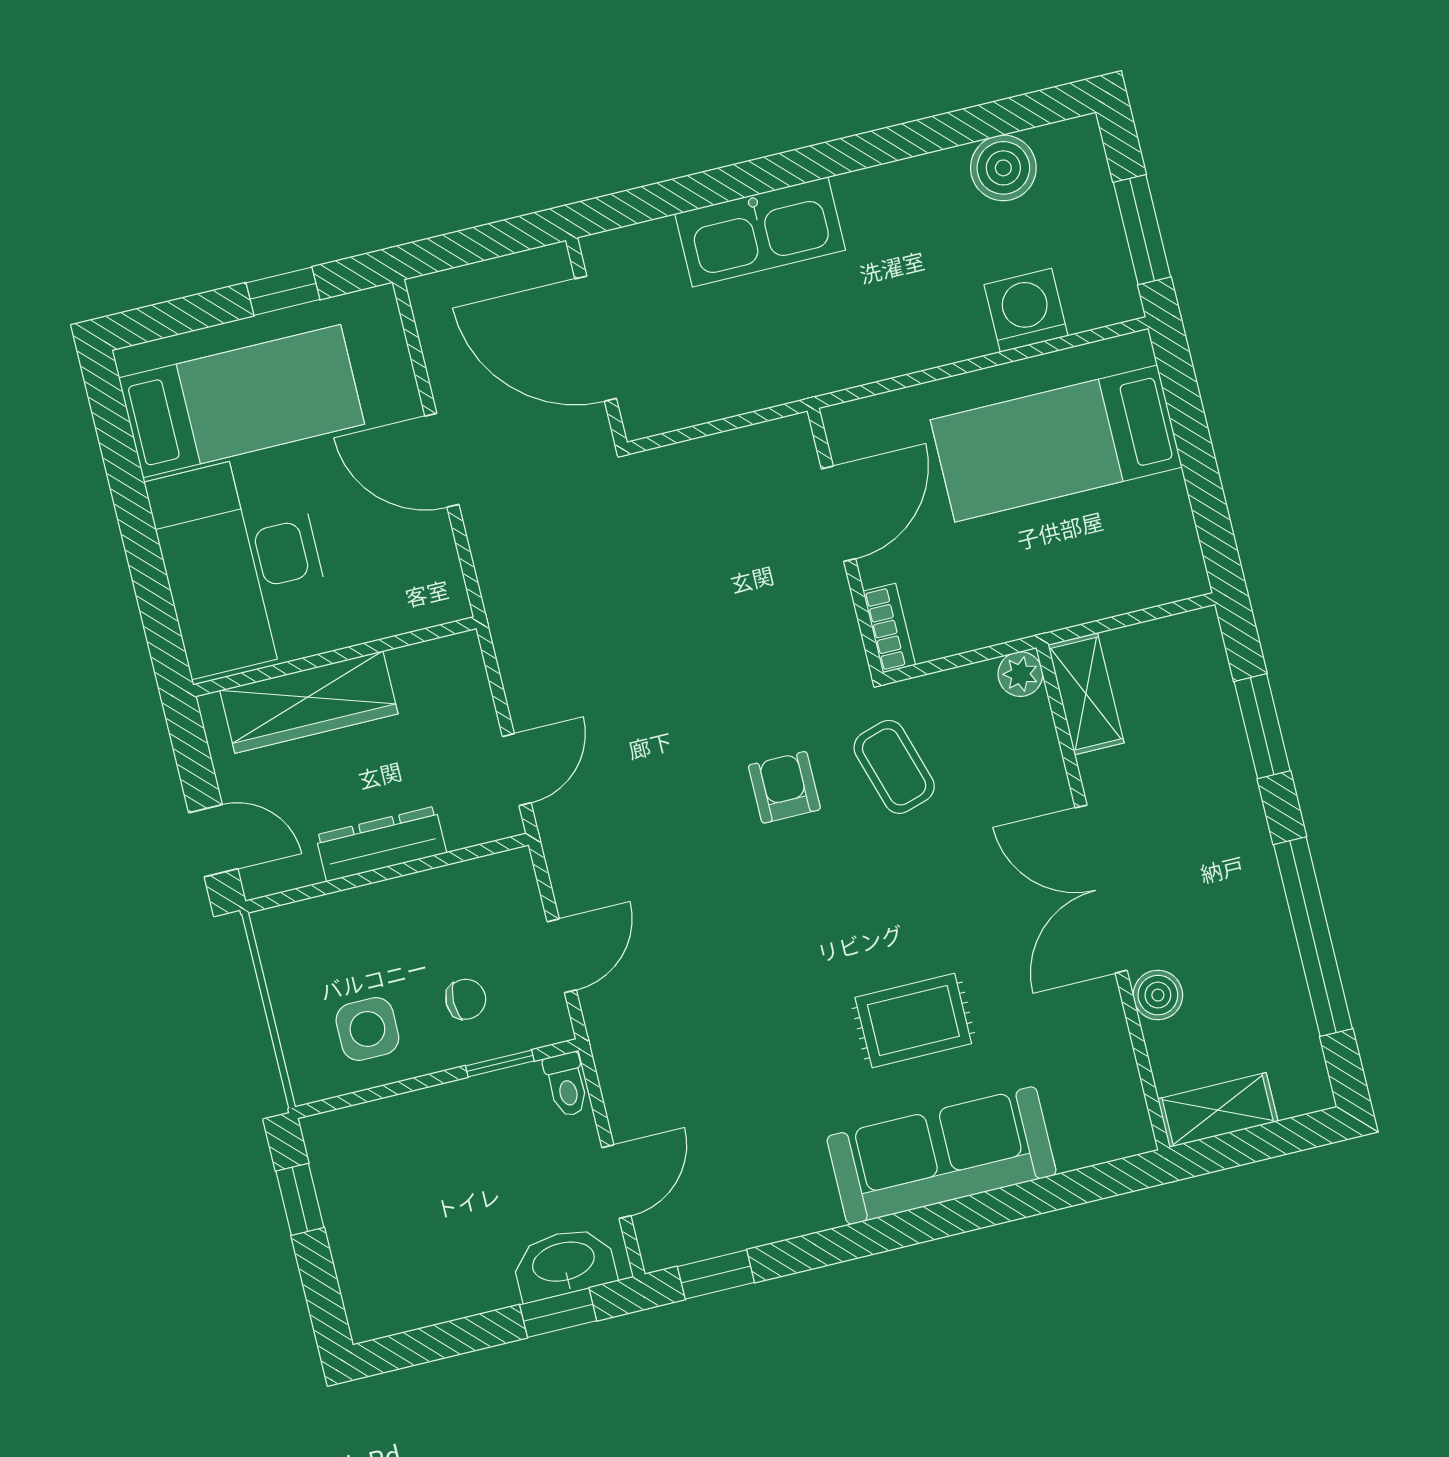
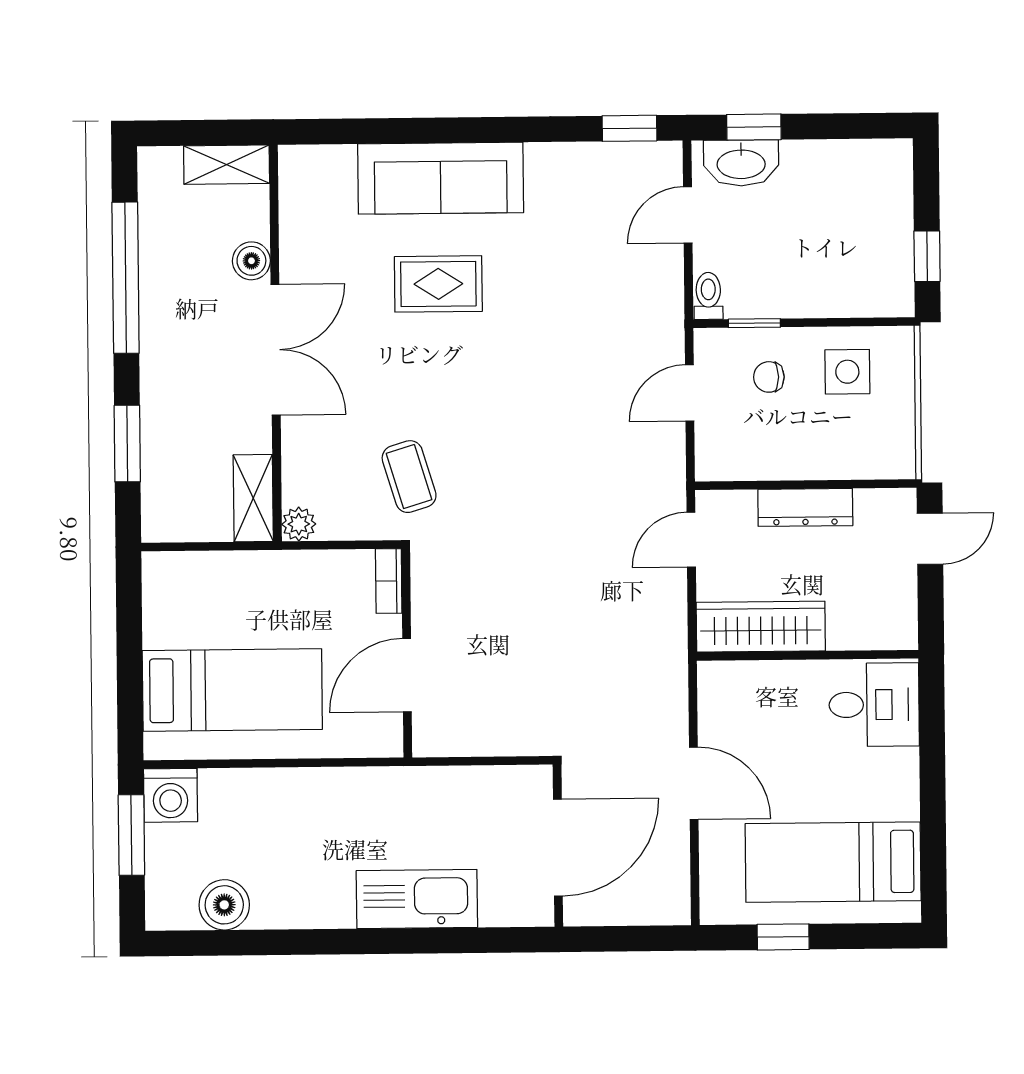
washing machine: (1026, 310) -> (171, 795), moved
door: (596, 339) -> (558, 848), hinge flipped
desk: (242, 563) -> (874, 705), width x0.53, depth x0.77
wardrobe: (309, 702) -> (761, 627), moved
armchair: (784, 787) -> (494, 480), removed
door: (213, 841) -> (930, 539), swing flipped

